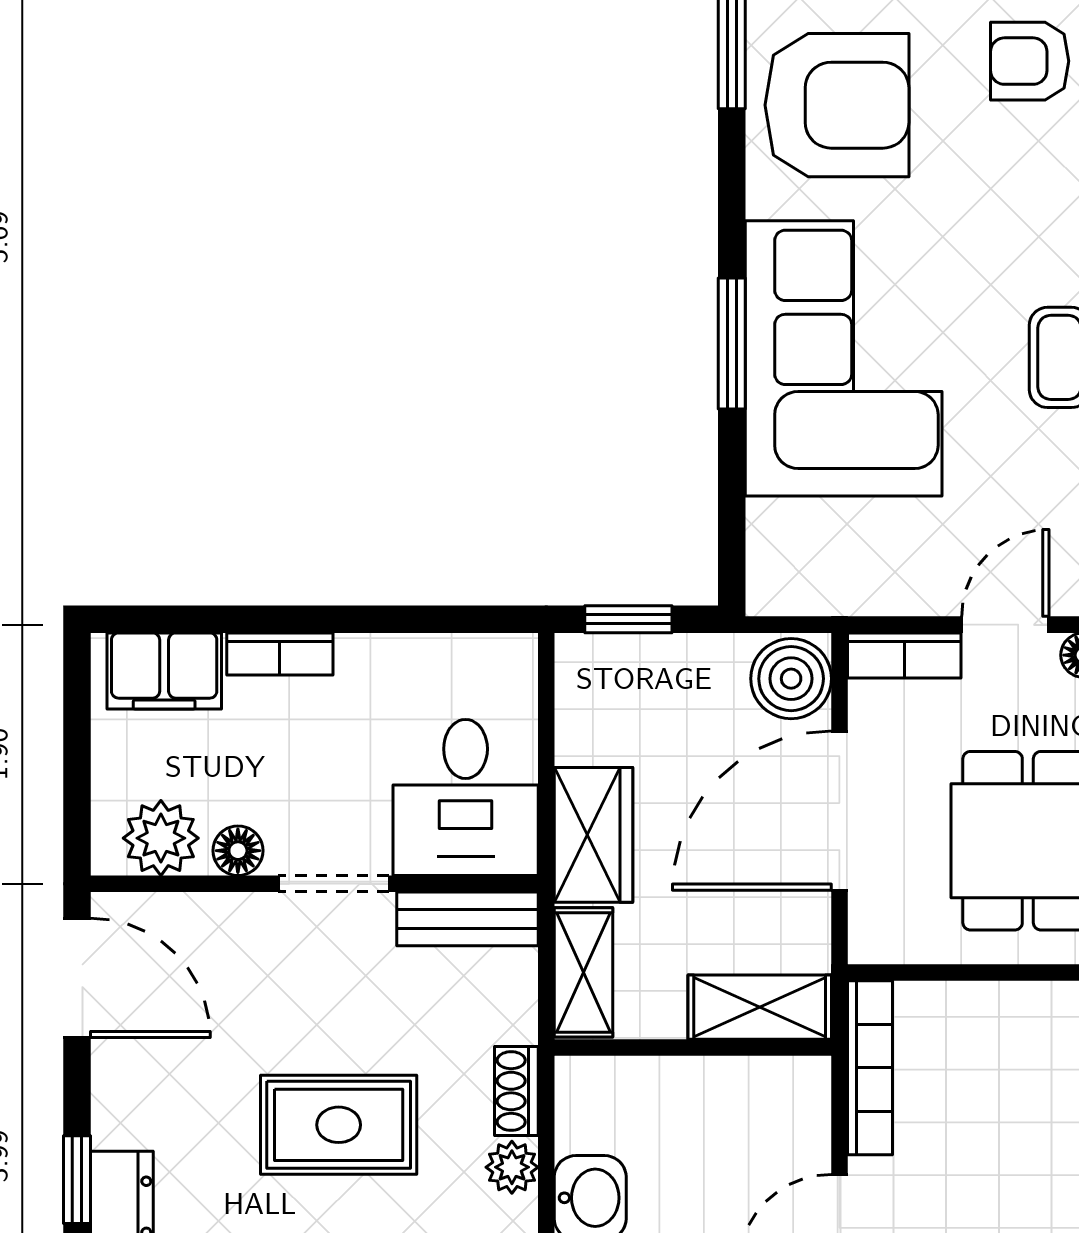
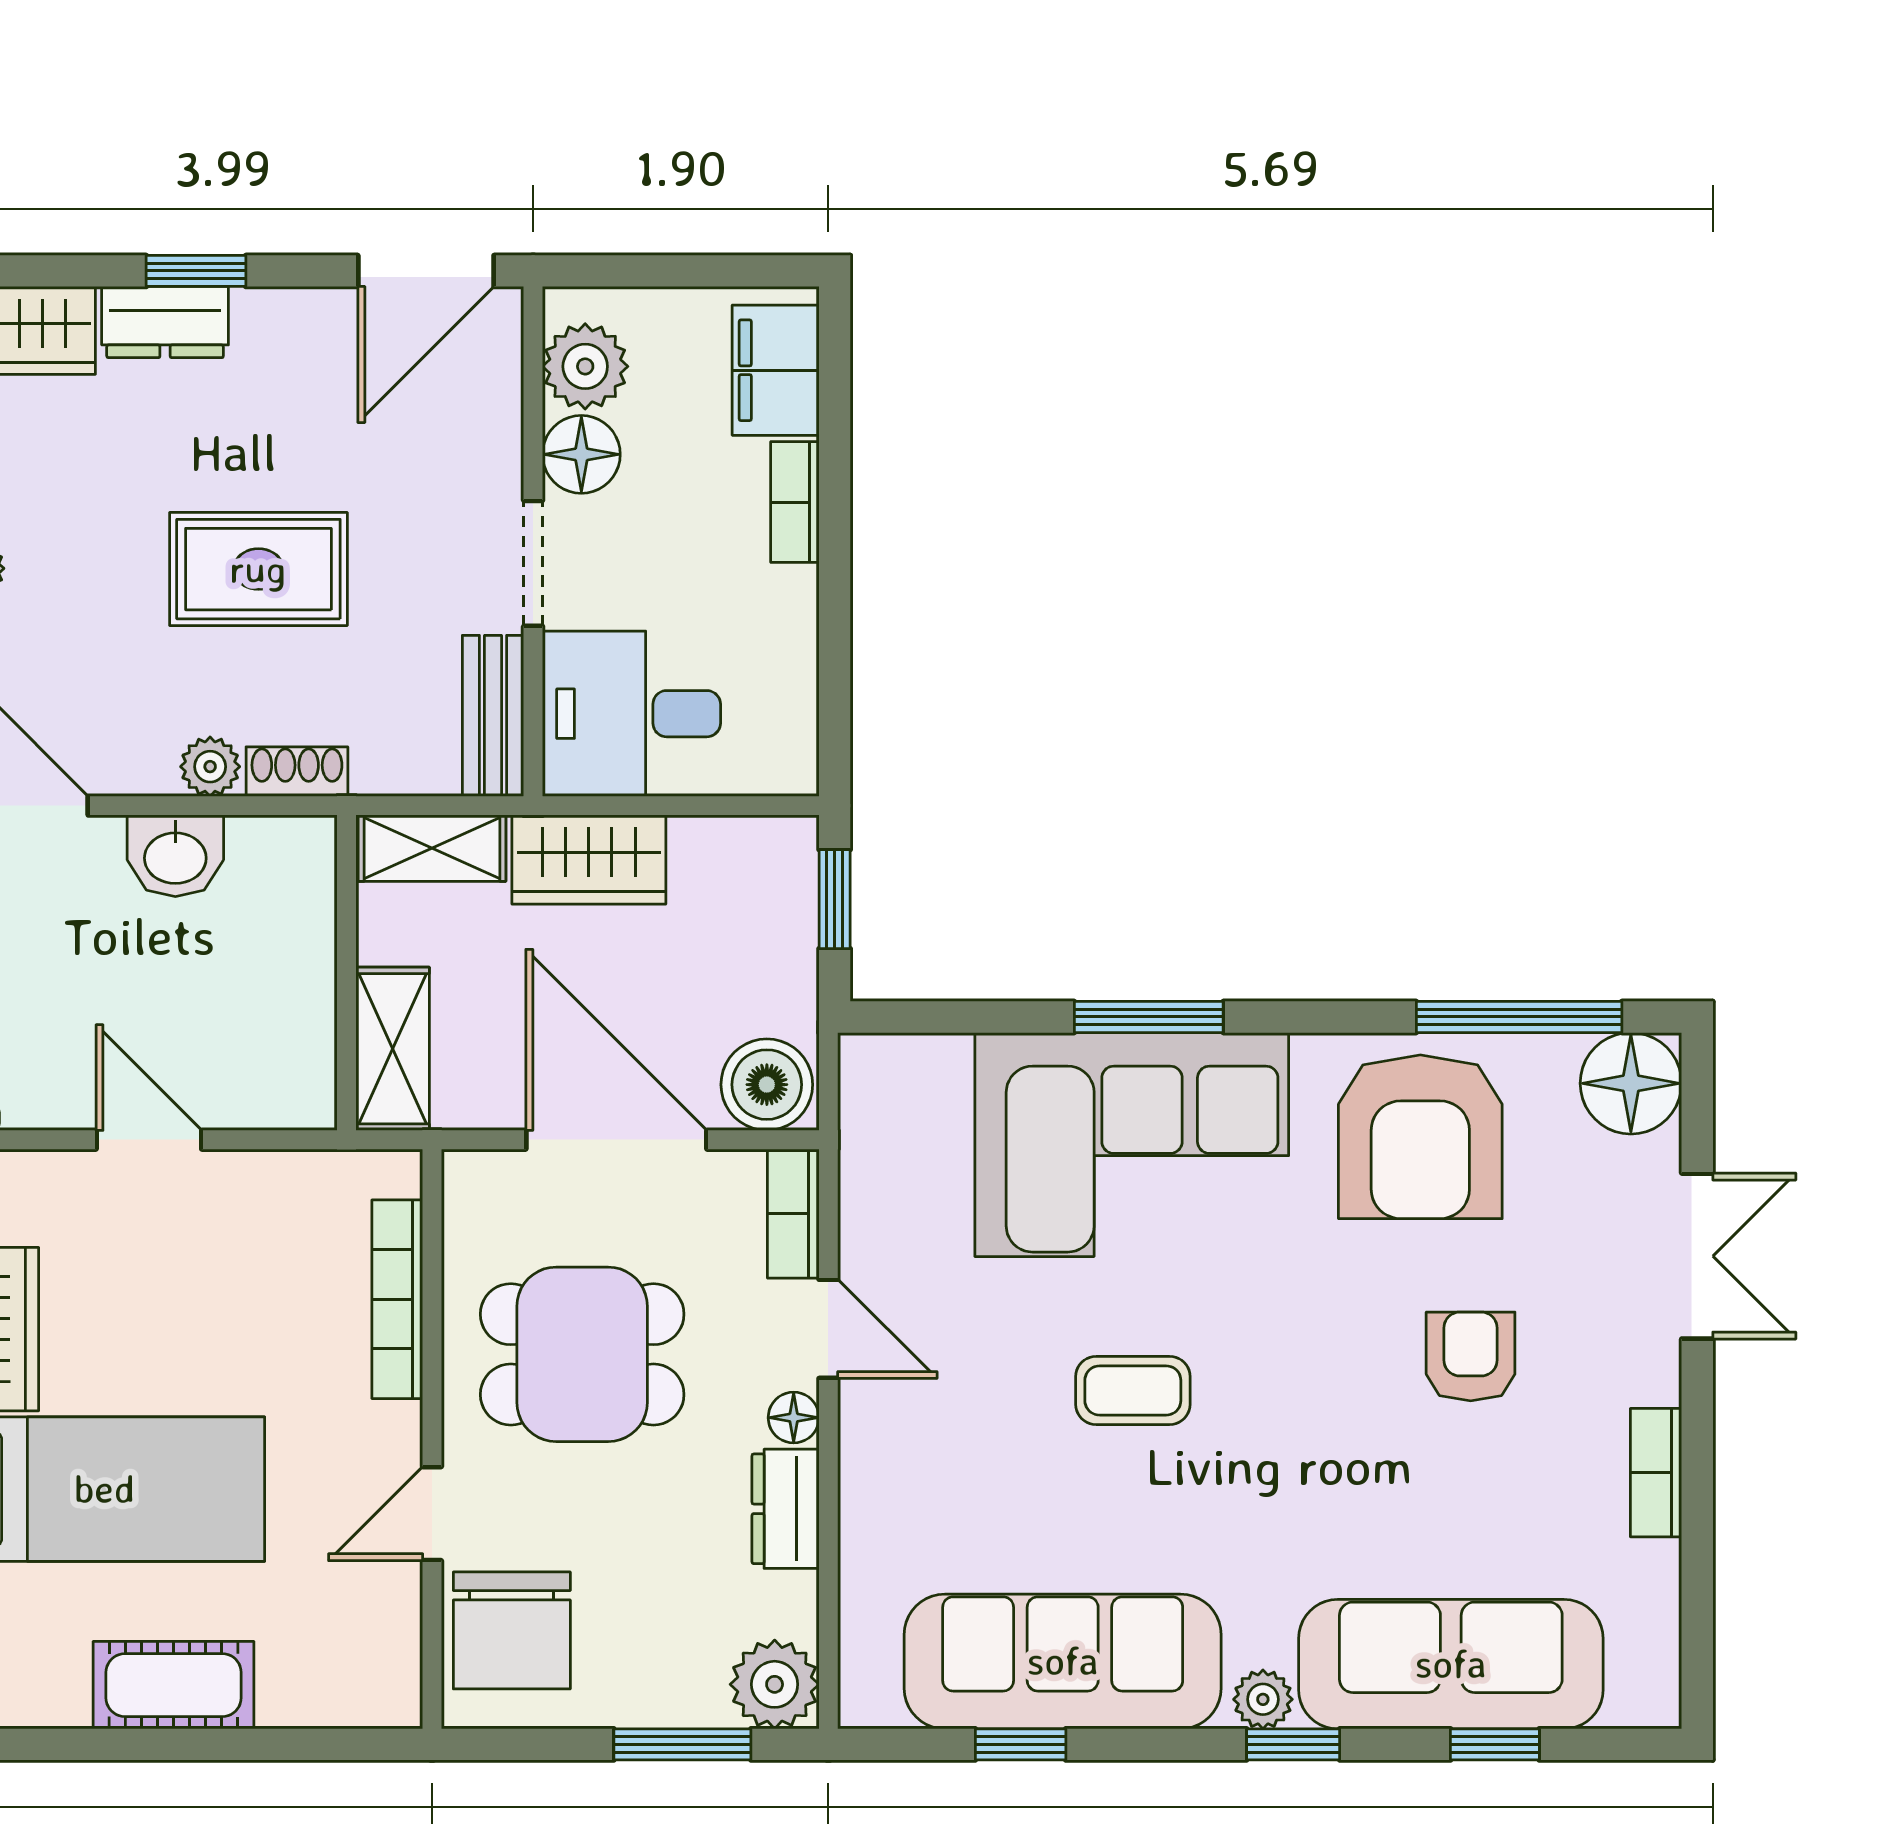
floor lamp: (238, 851) -> (581, 454), width x1.37, depth x1.37
bookcase: (870, 1068) -> (397, 1299), moved, turned 90
rug: (339, 1125) -> (258, 569), turned 90

